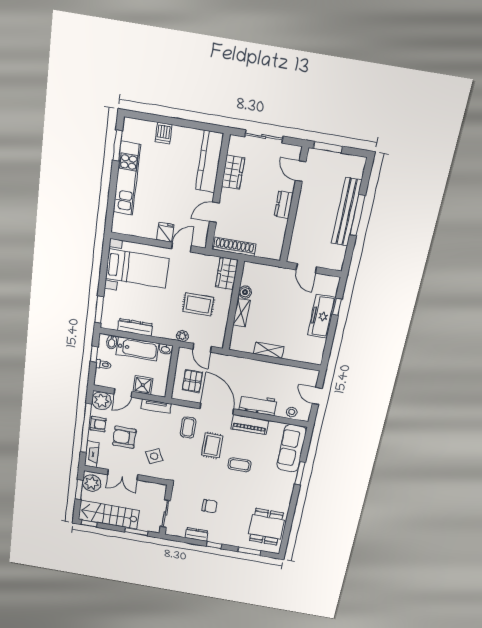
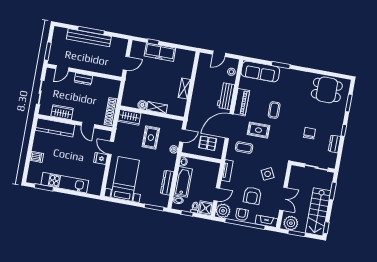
shower: (143, 385) -> (206, 208), moved
door: (123, 393) -> (217, 194), hinge flipped

